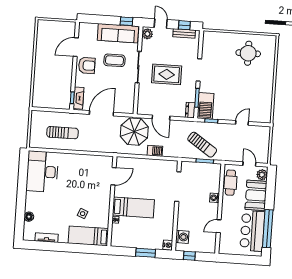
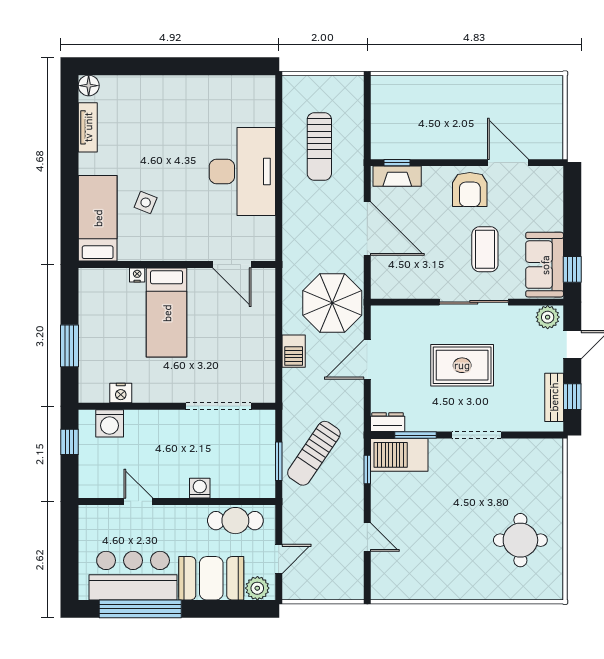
sofa: (118, 33) -> (545, 265), width x0.73
rug: (167, 74) -> (462, 365), turned 90
desk: (42, 172) -> (242, 171), moved, turned 90
floor lamp: (29, 217) -> (89, 86), moved
nightstand: (168, 245) -> (121, 393), moved

